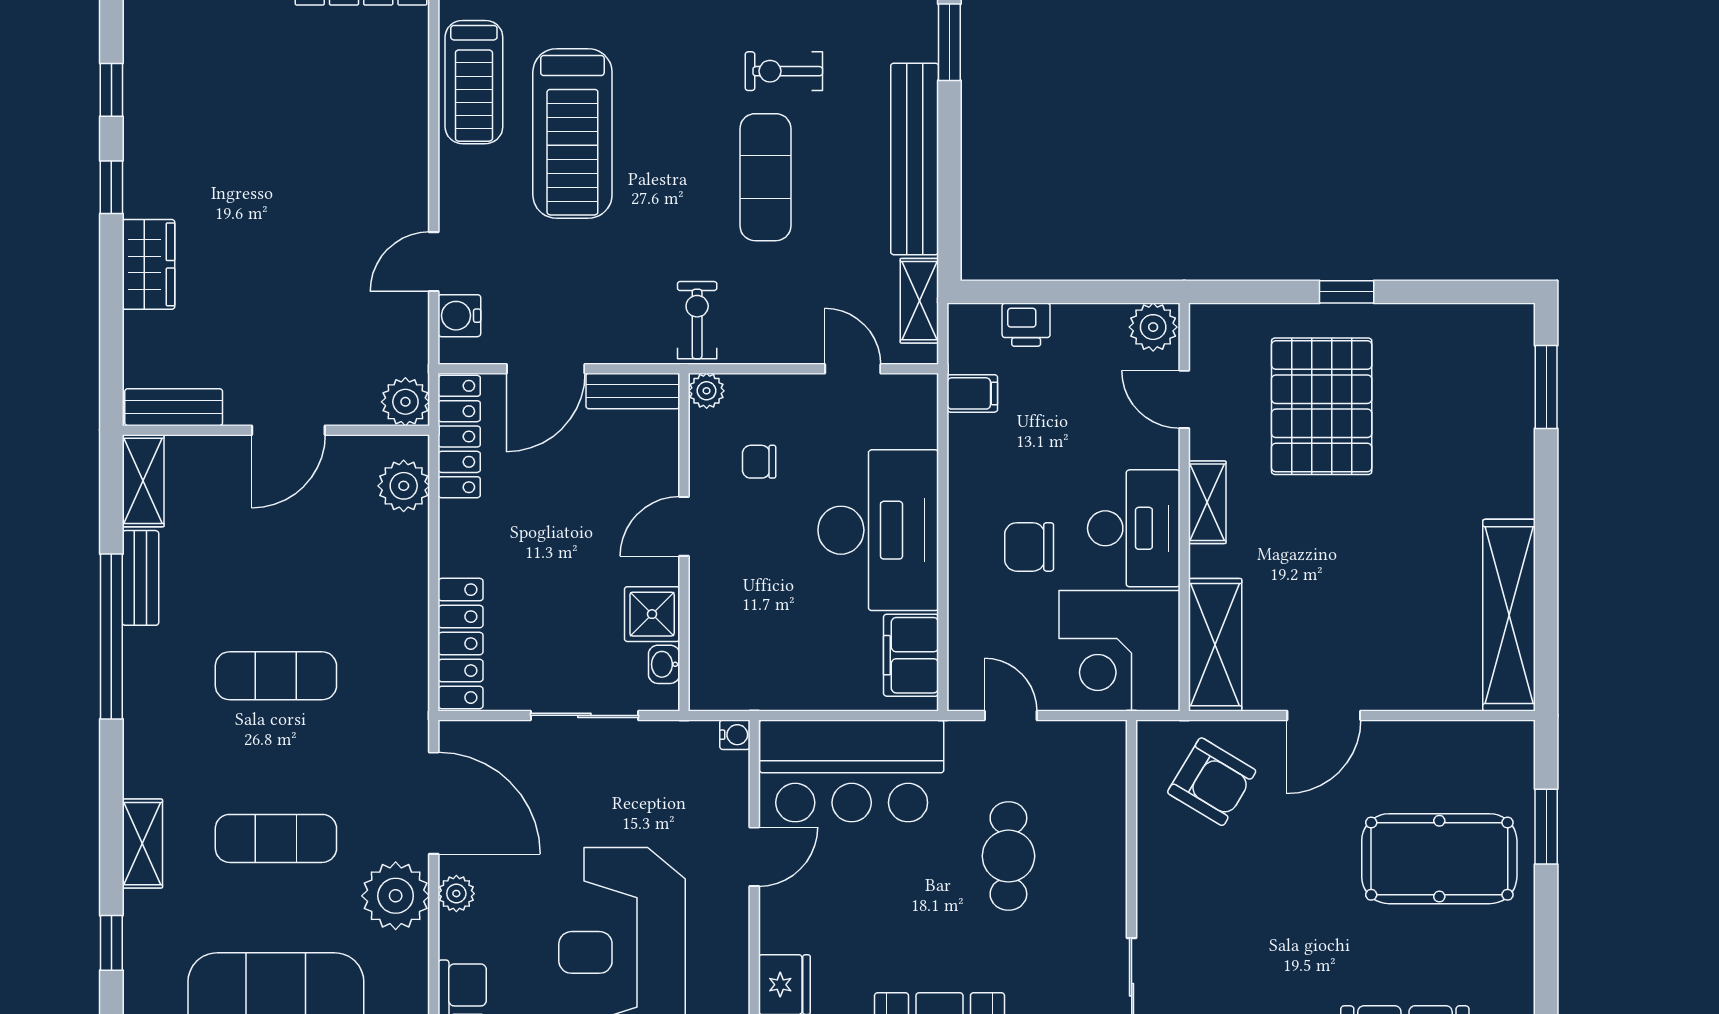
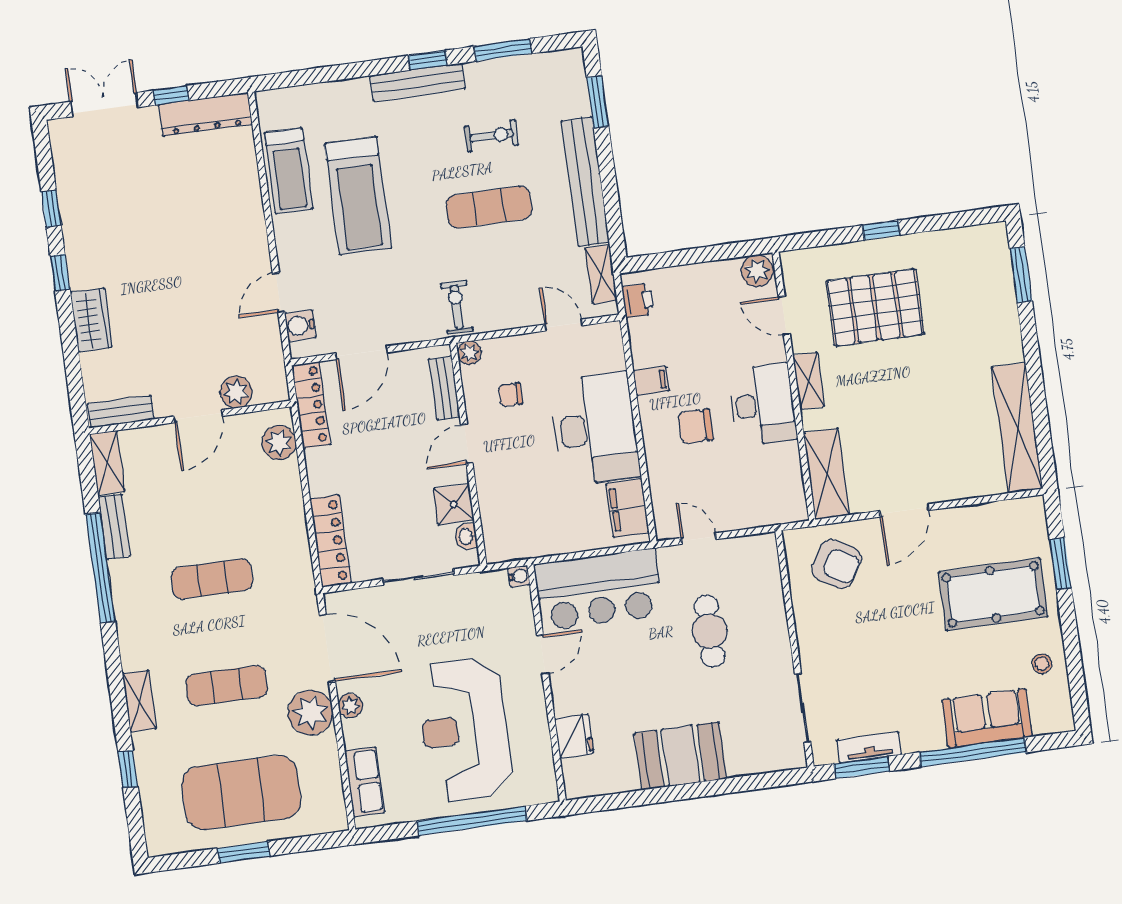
exercise bike: (784, 71) -> (491, 136), turned 180
exercise mat: (765, 177) -> (489, 207), turned 90
printer: (1026, 325) -> (638, 300), moved, turned -90
bench: (633, 391) -> (444, 388), moved, turned 90
filing cabinet: (972, 393) -> (651, 381), moved
plant: (405, 402) -> (236, 392), moved
pallet: (1322, 406) -> (875, 308), turned 90
corner desk: (1119, 651) -> (764, 486), removed
stool: (1498, 972) -> (1042, 664), added

